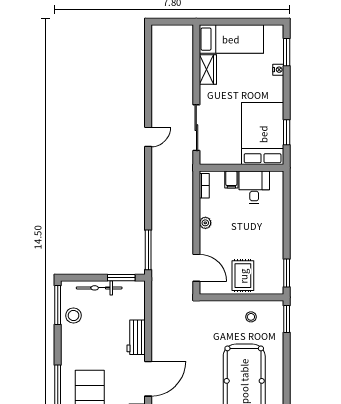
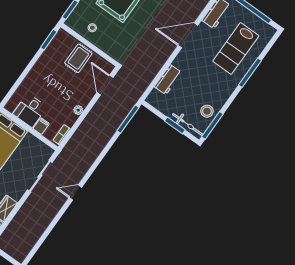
window: (121, 278) -> (175, 125), moved
bicycle: (99, 288) -> (188, 124), moved
workbench: (136, 337) -> (168, 80), moved

